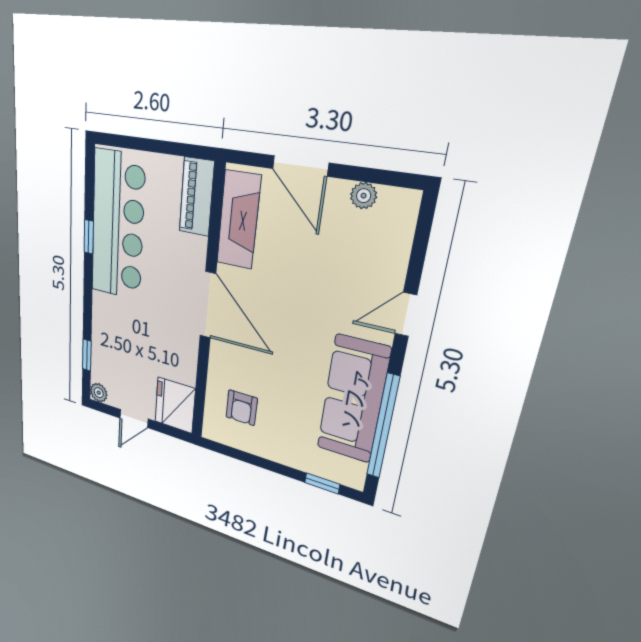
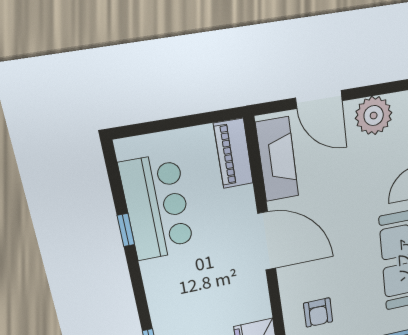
plant: (364, 196) -> (374, 116), width x1.88, depth x1.88
bar counter: (118, 226) -> (157, 207), width x0.73

